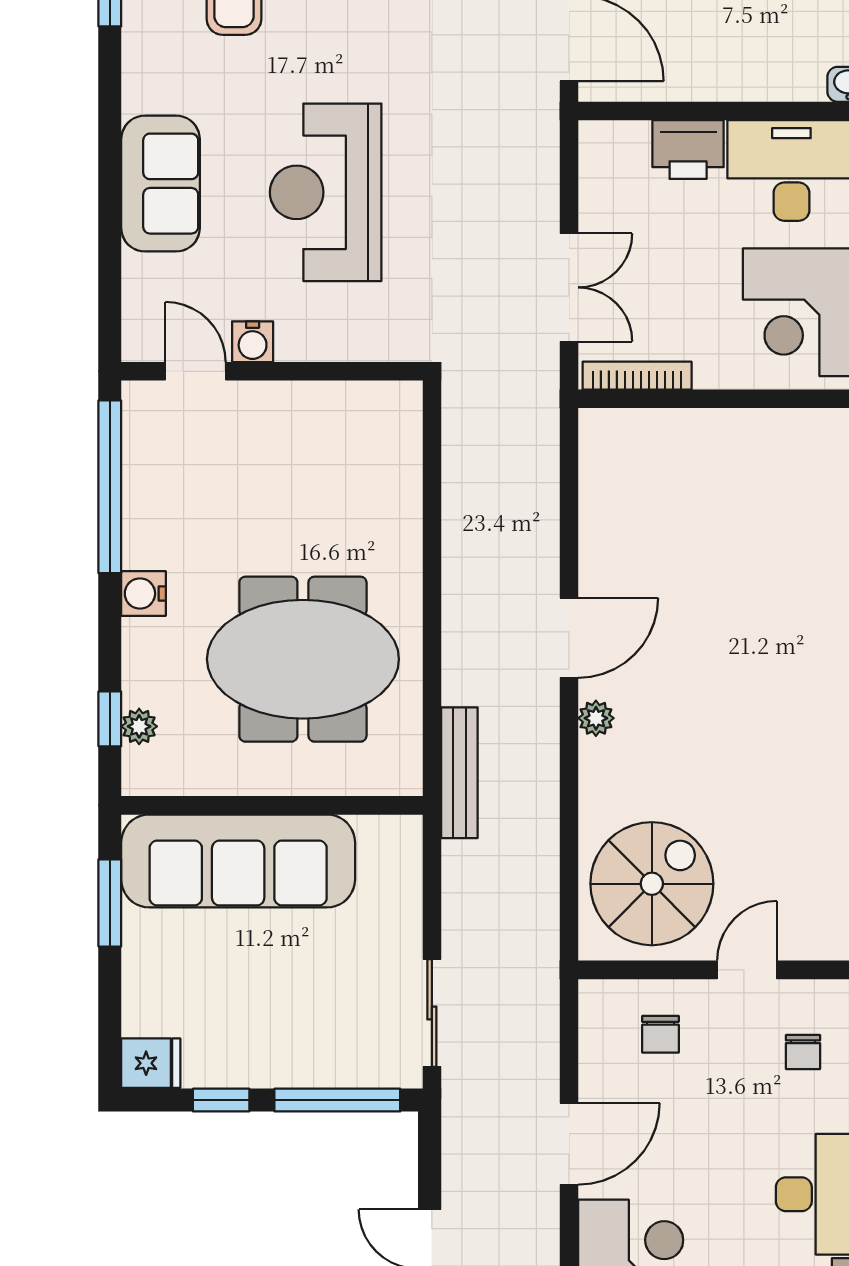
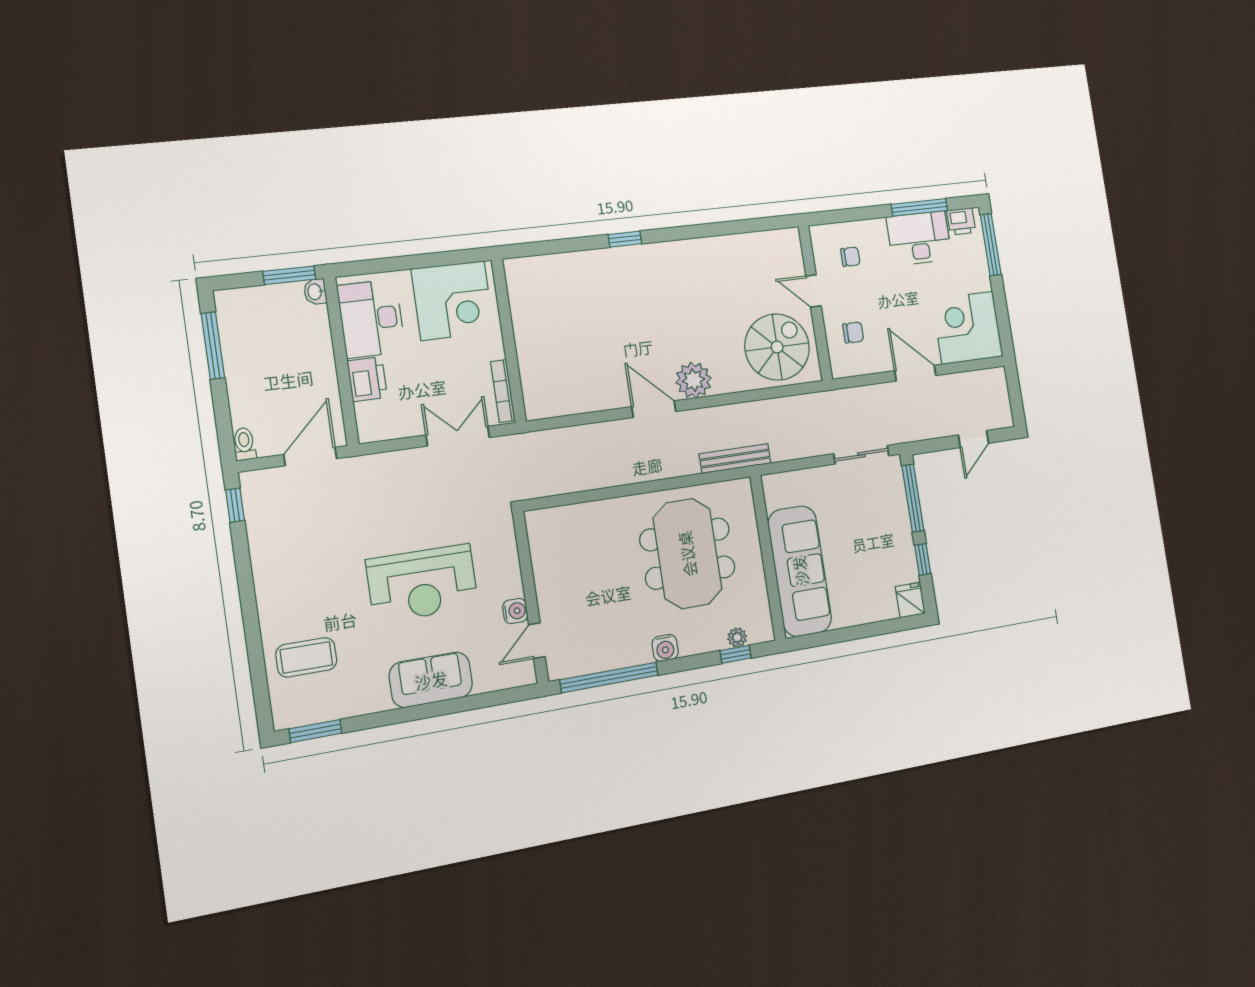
plant: (596, 718) -> (694, 380), width x1.87, depth x1.87
spiral stairs: (652, 884) -> (777, 347), turned 90
window: (110, 903) -> (832, 637), removed

